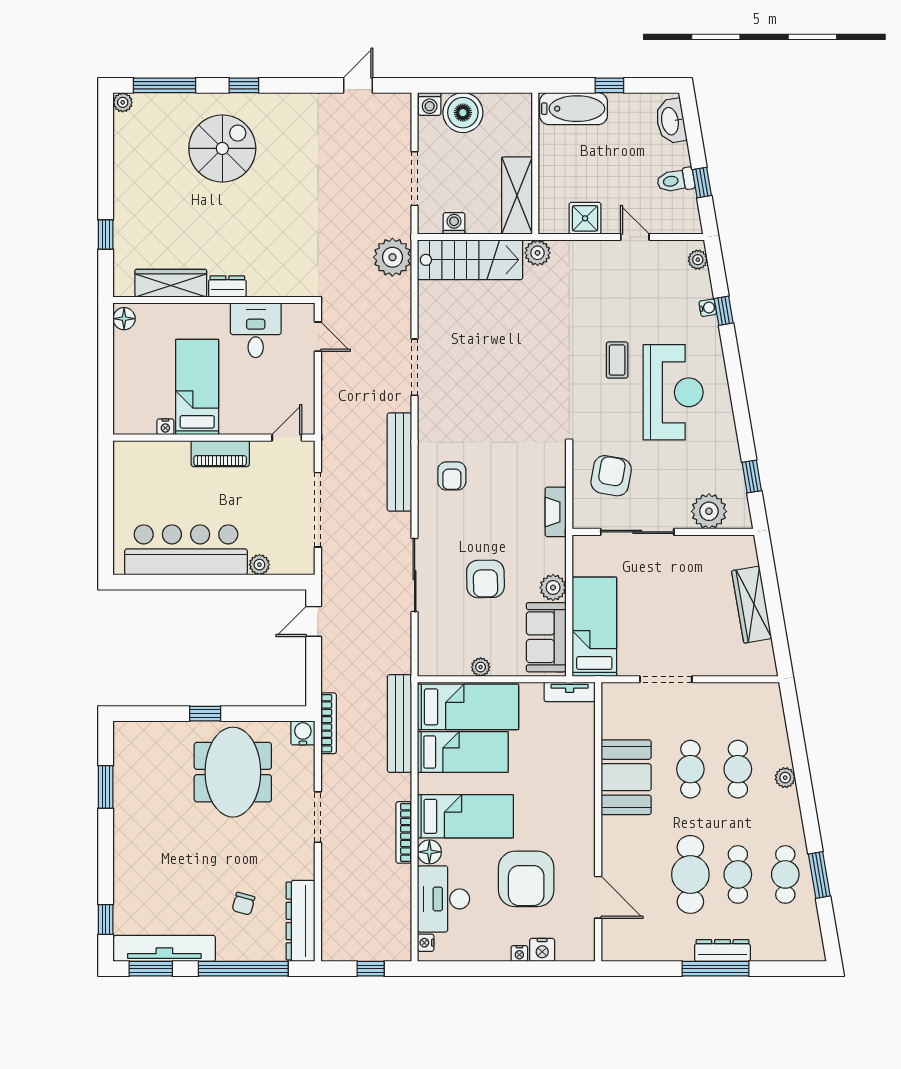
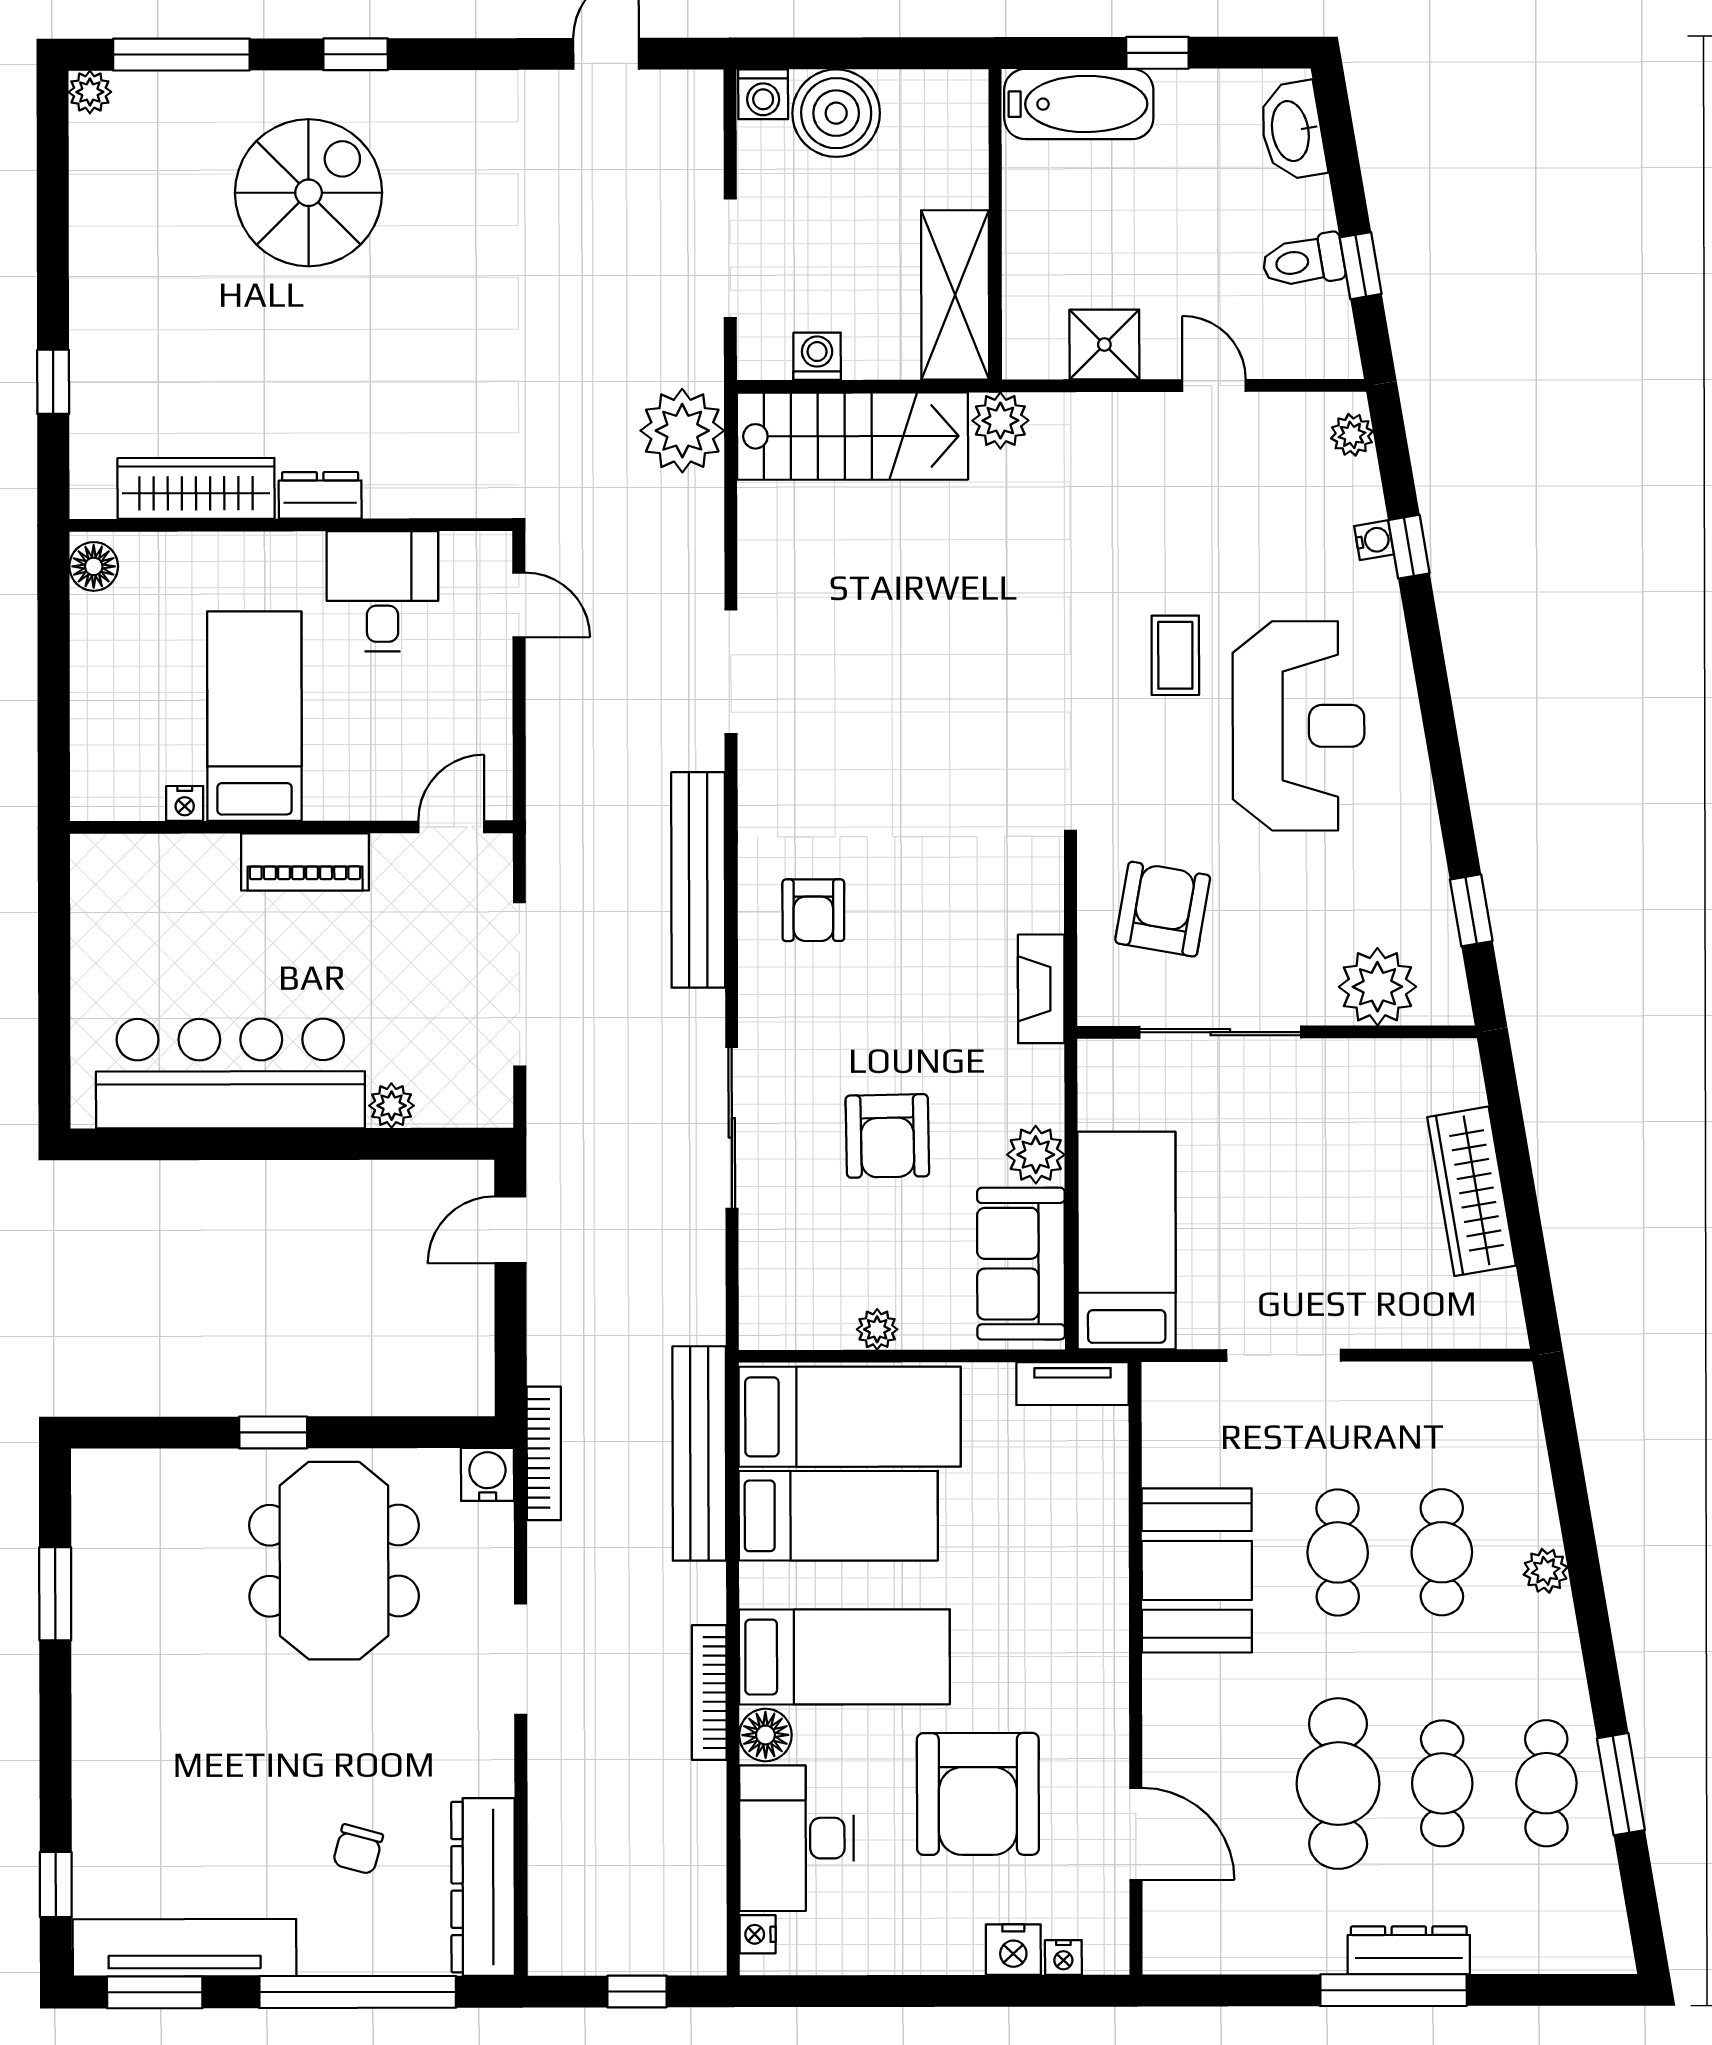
nightstand: (519, 954) -> (1063, 1957), moved

